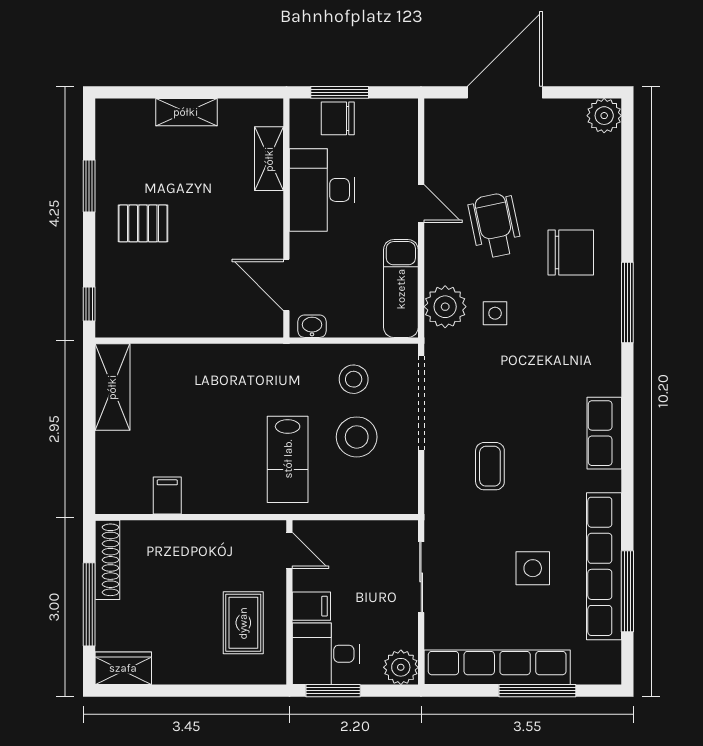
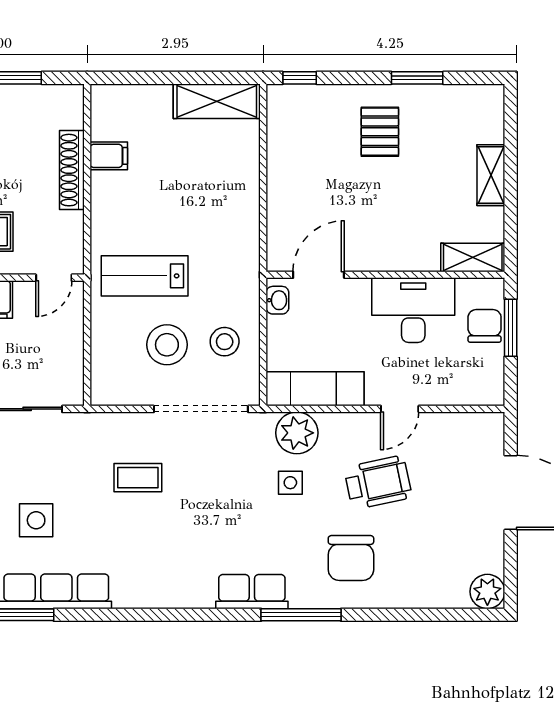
shelving: (269, 159) -> (473, 257), moved
row of seats: (604, 433) -> (252, 592), moved
shoe rack: (107, 560) -> (72, 170), moved, turned 90

